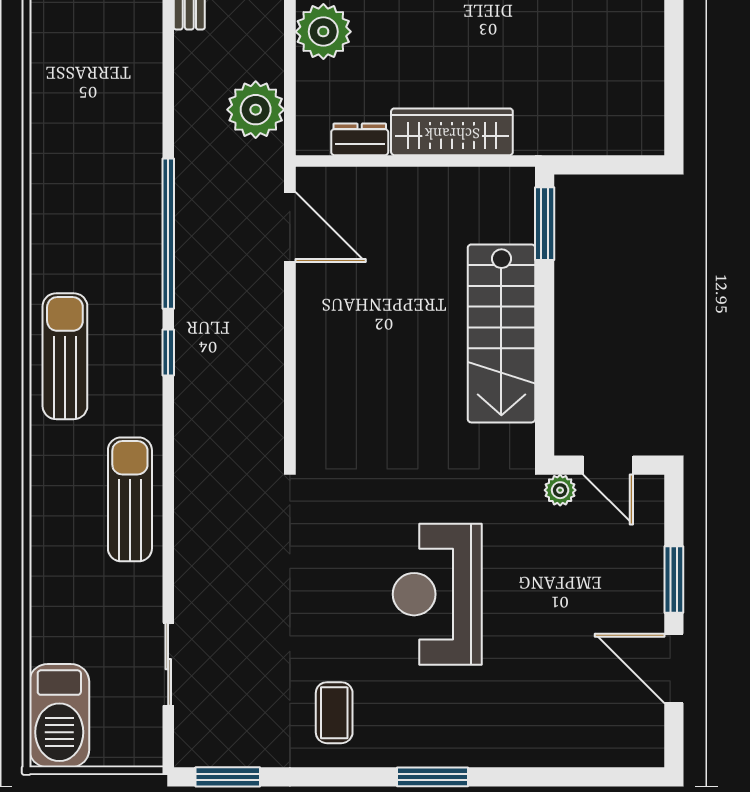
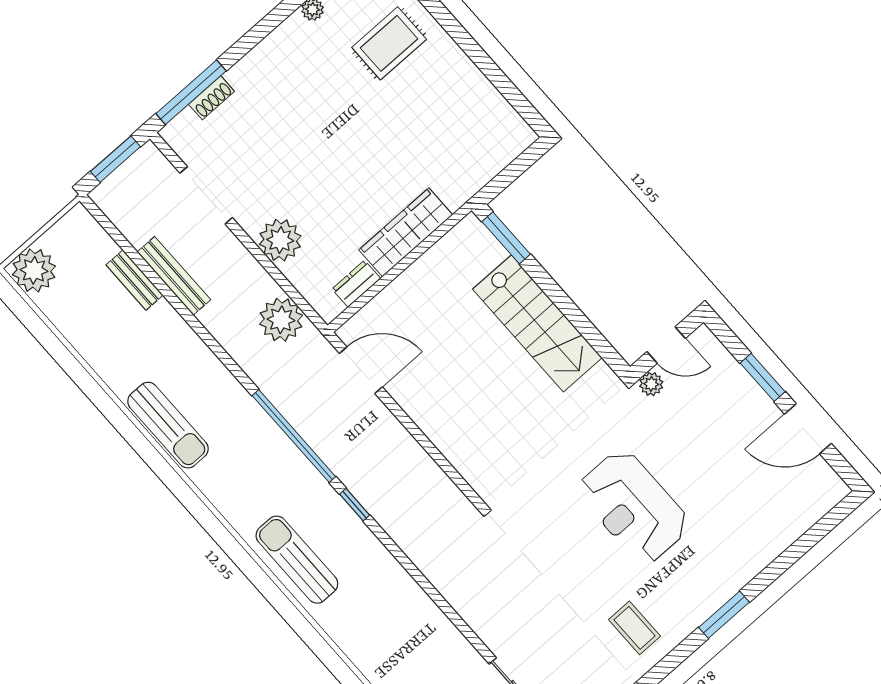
sun lounger: (130, 499) -> (168, 425), moved, turned 180

